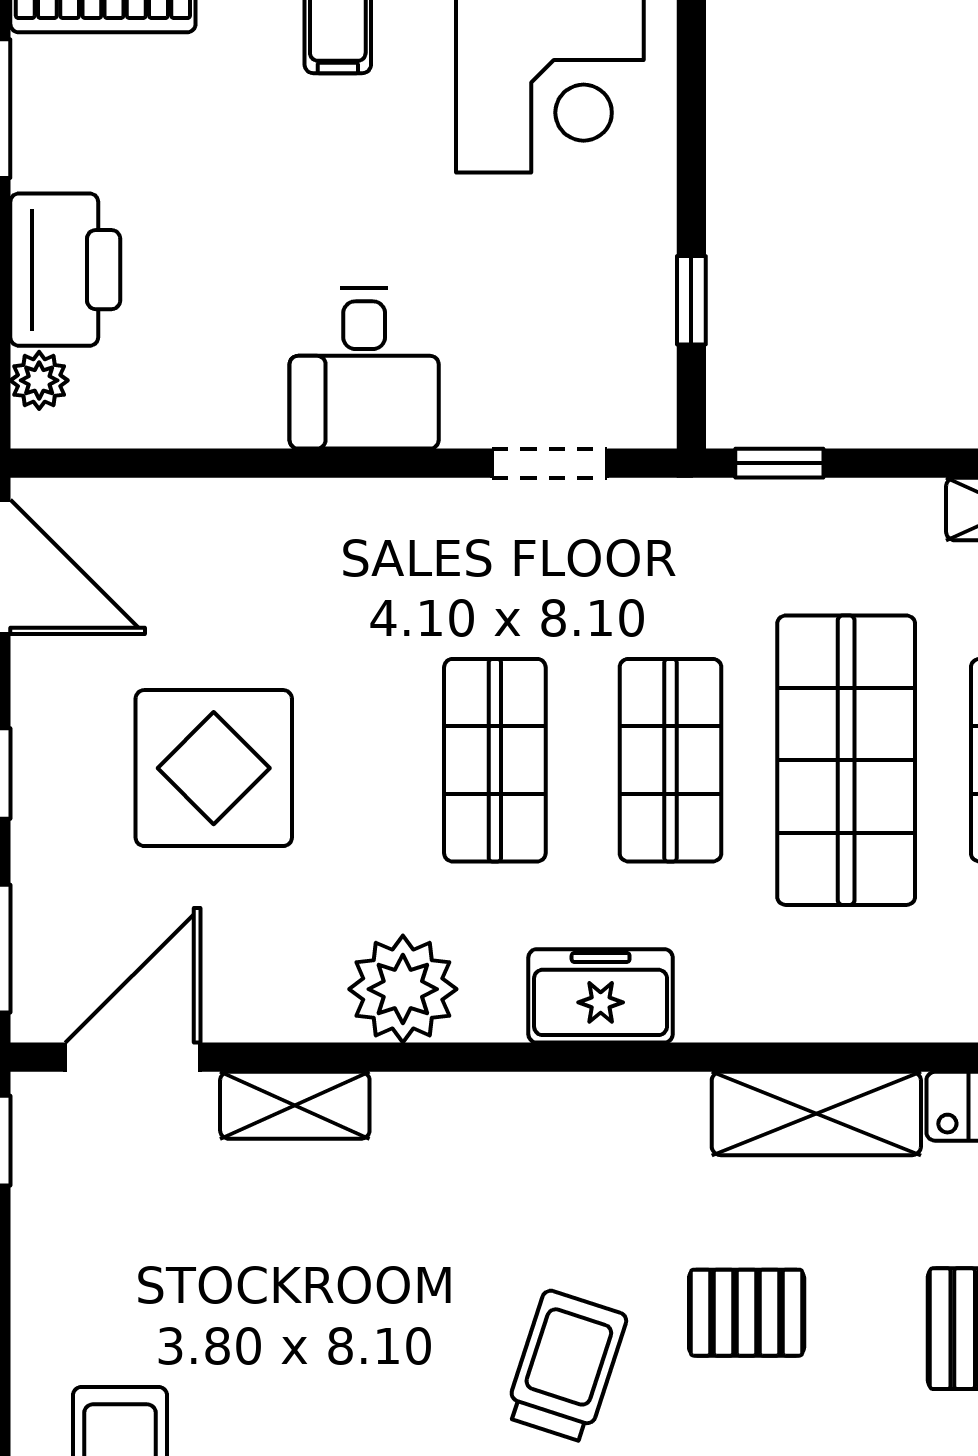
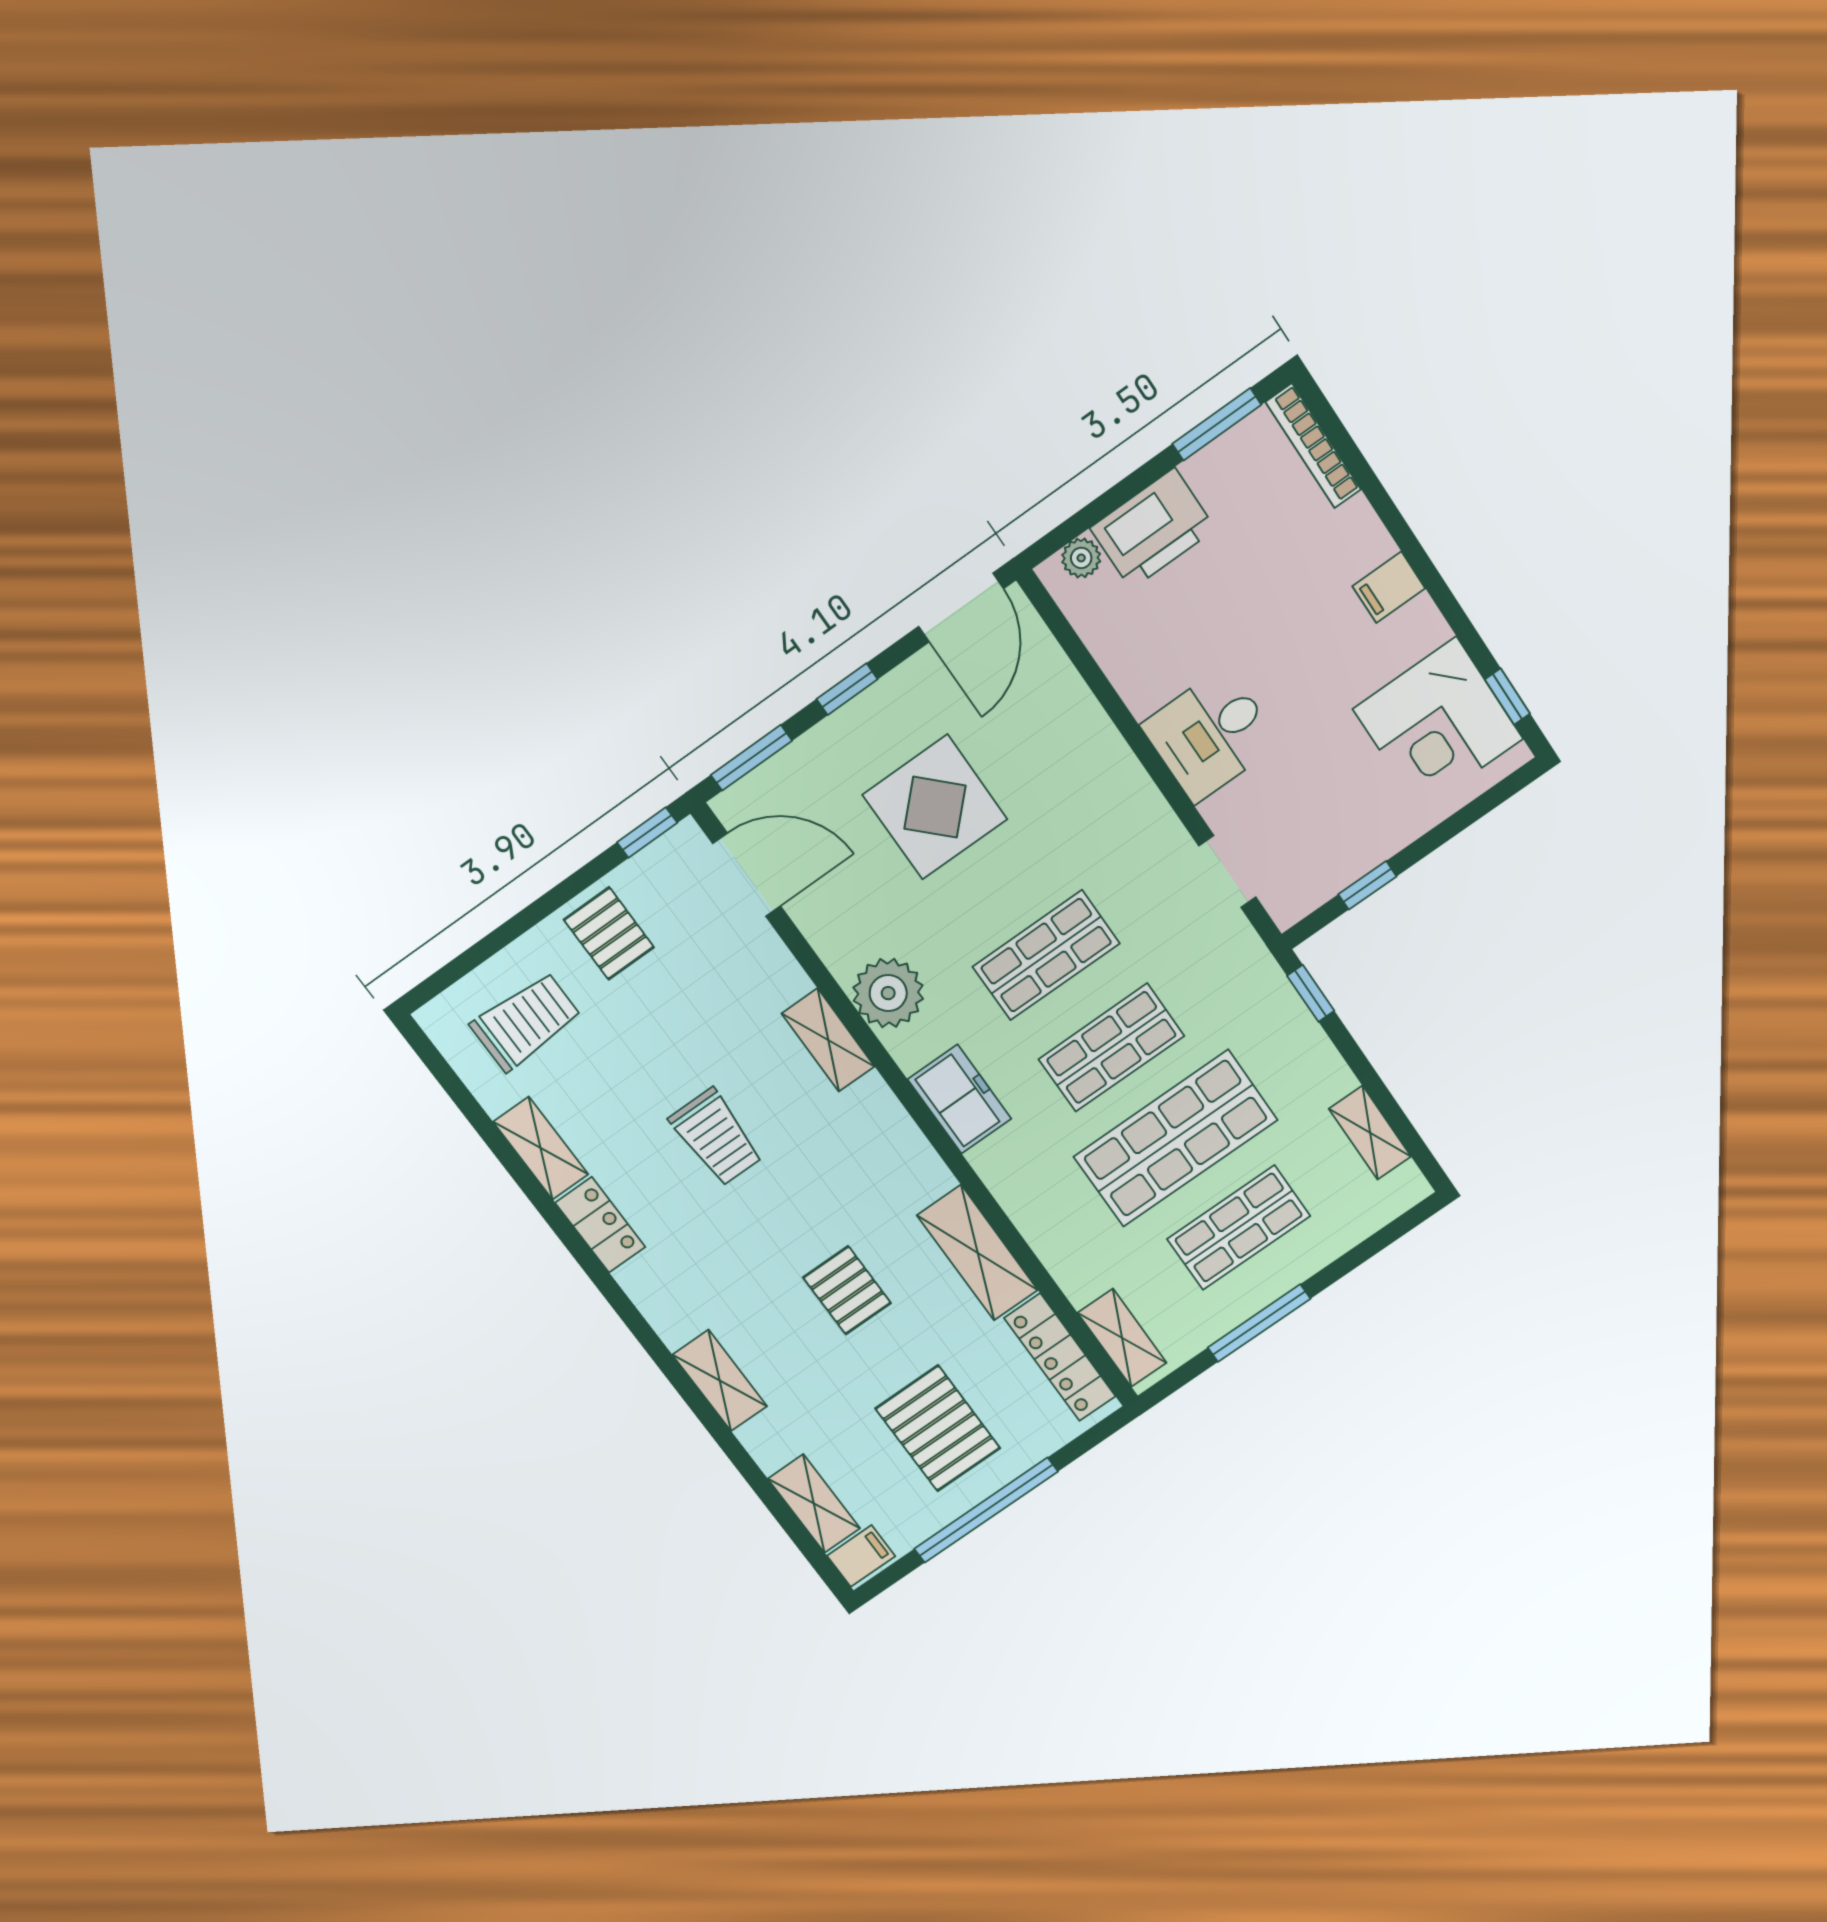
shelving: (295, 1105) -> (828, 1040), moved
pallet: (85, 1278) -> (609, 933), added
trolley: (566, 1366) -> (716, 1137), moved, turned 72

